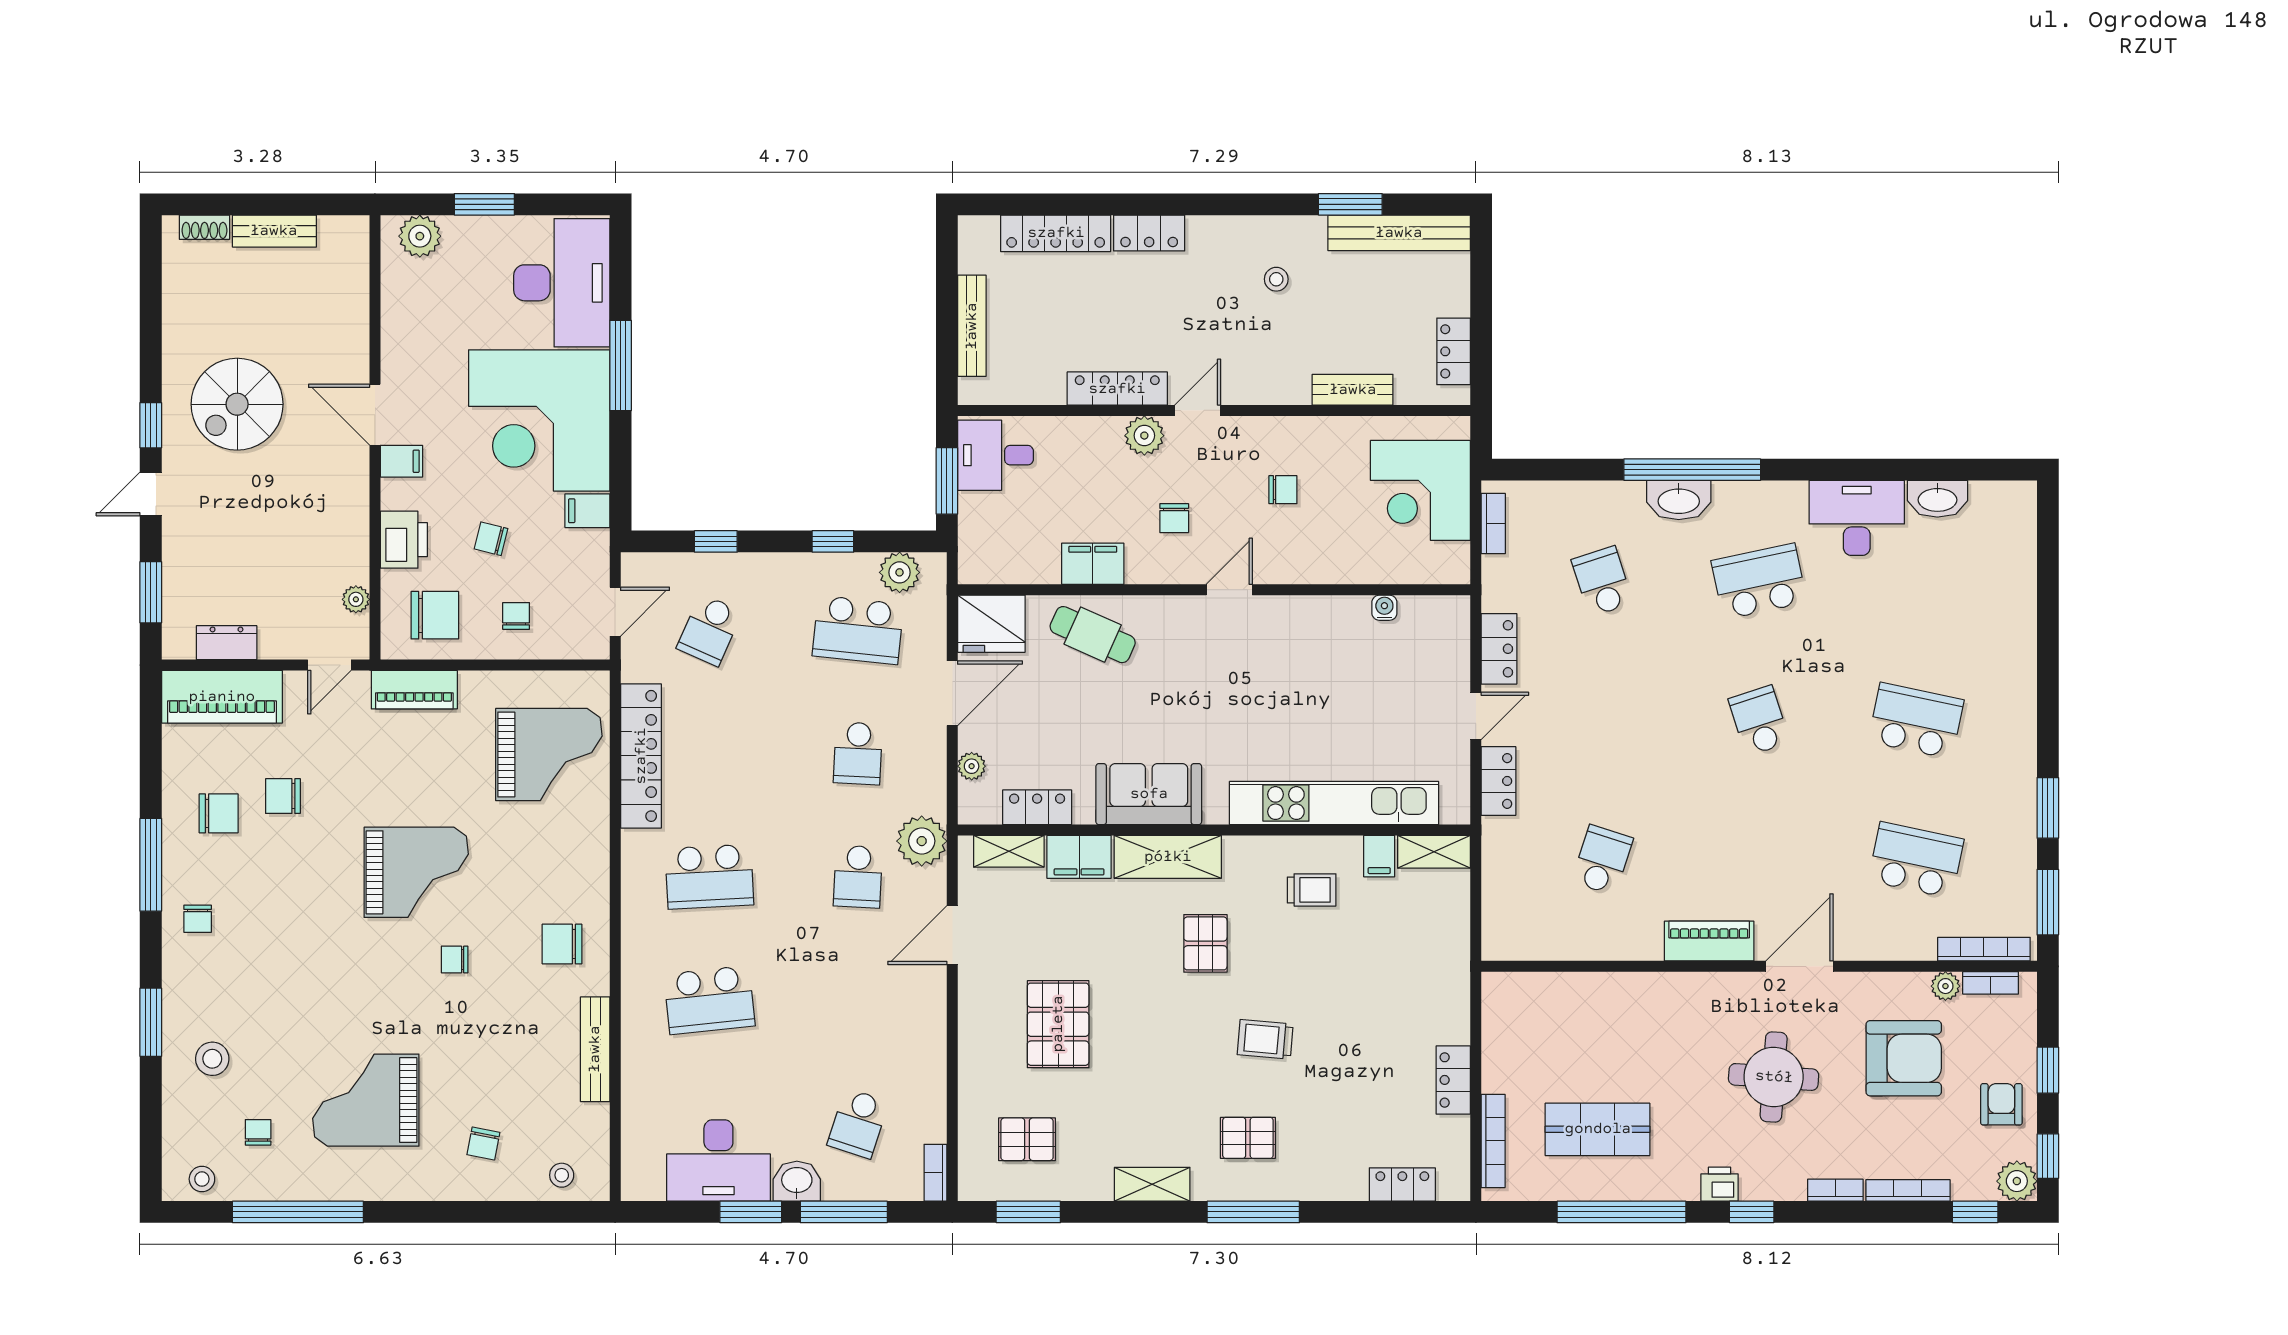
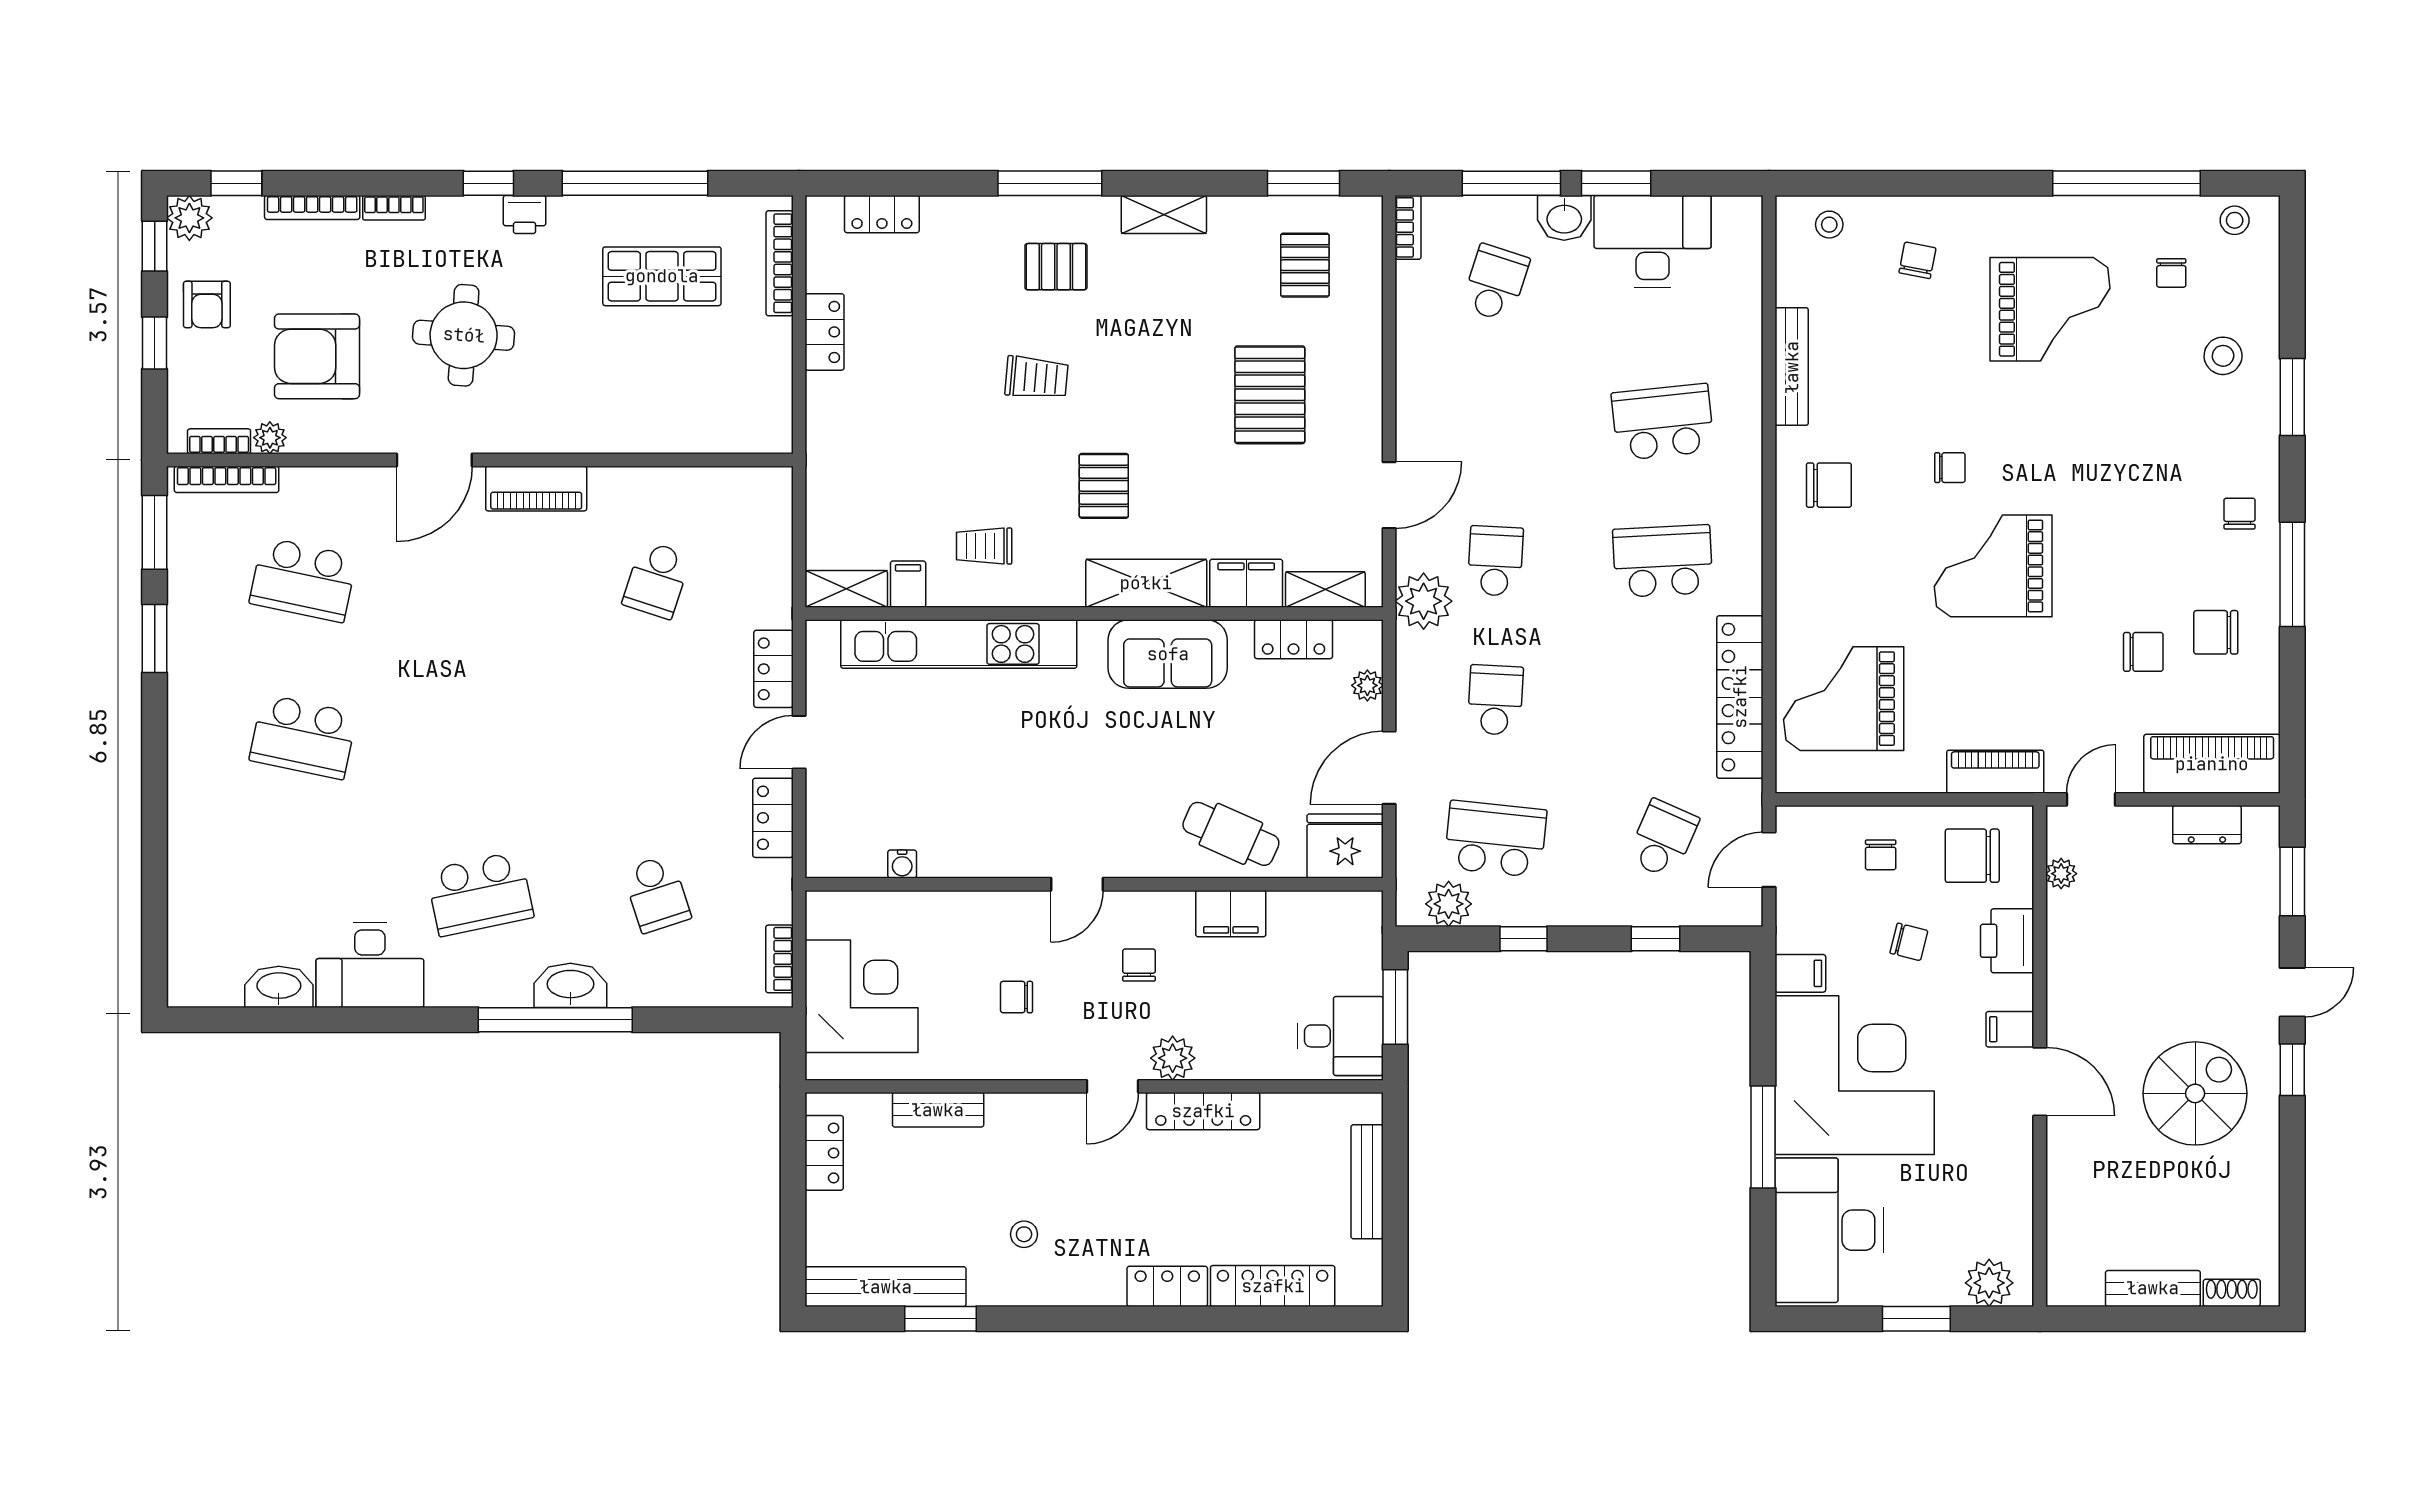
school desk: (1759, 721) -> (480, 737), removed
pallet: (1027, 1139) -> (1305, 265), turned 90

